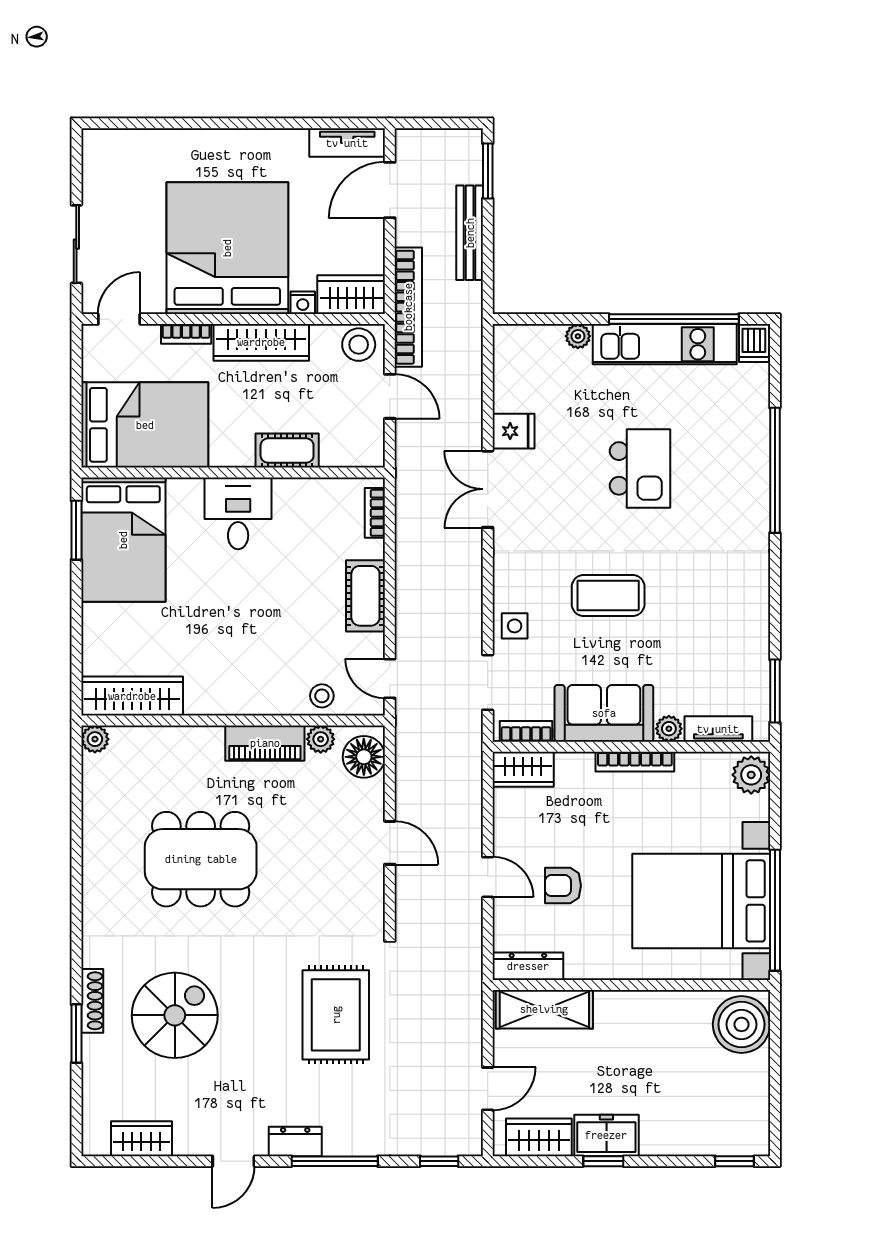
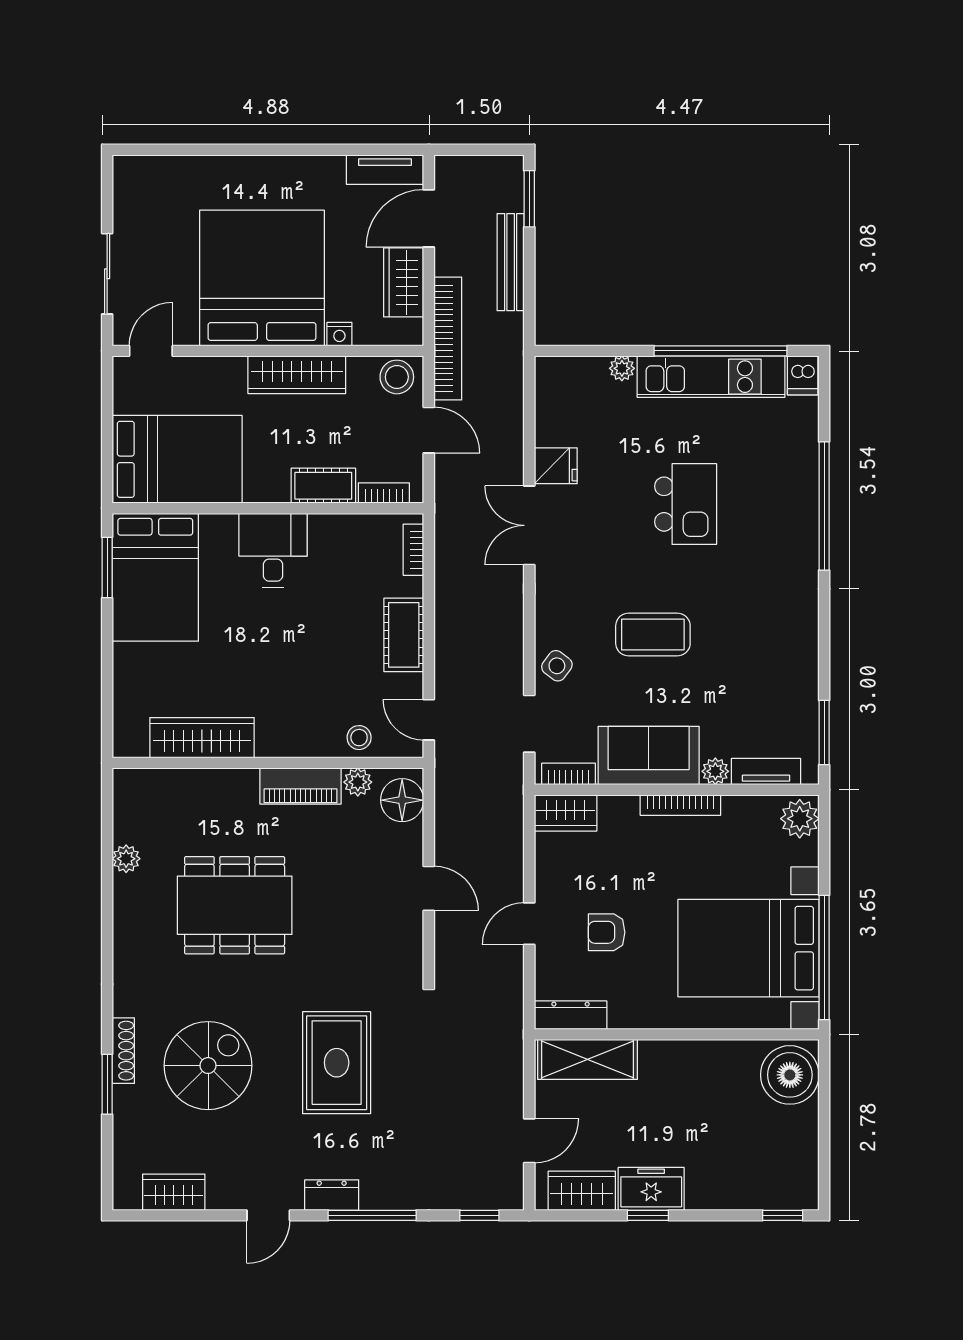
wardrobe: (351, 295) -> (404, 282), moved, turned -90
bookcase: (186, 334) -> (384, 493), moved, turned 180
side table: (515, 626) -> (557, 666), turned 37
wardrobe: (132, 696) -> (202, 738), moved
plant: (95, 739) -> (126, 859), moved
door: (488, 877) -> (529, 924), swing flipped
rug: (336, 1015) -> (337, 1063), moved

